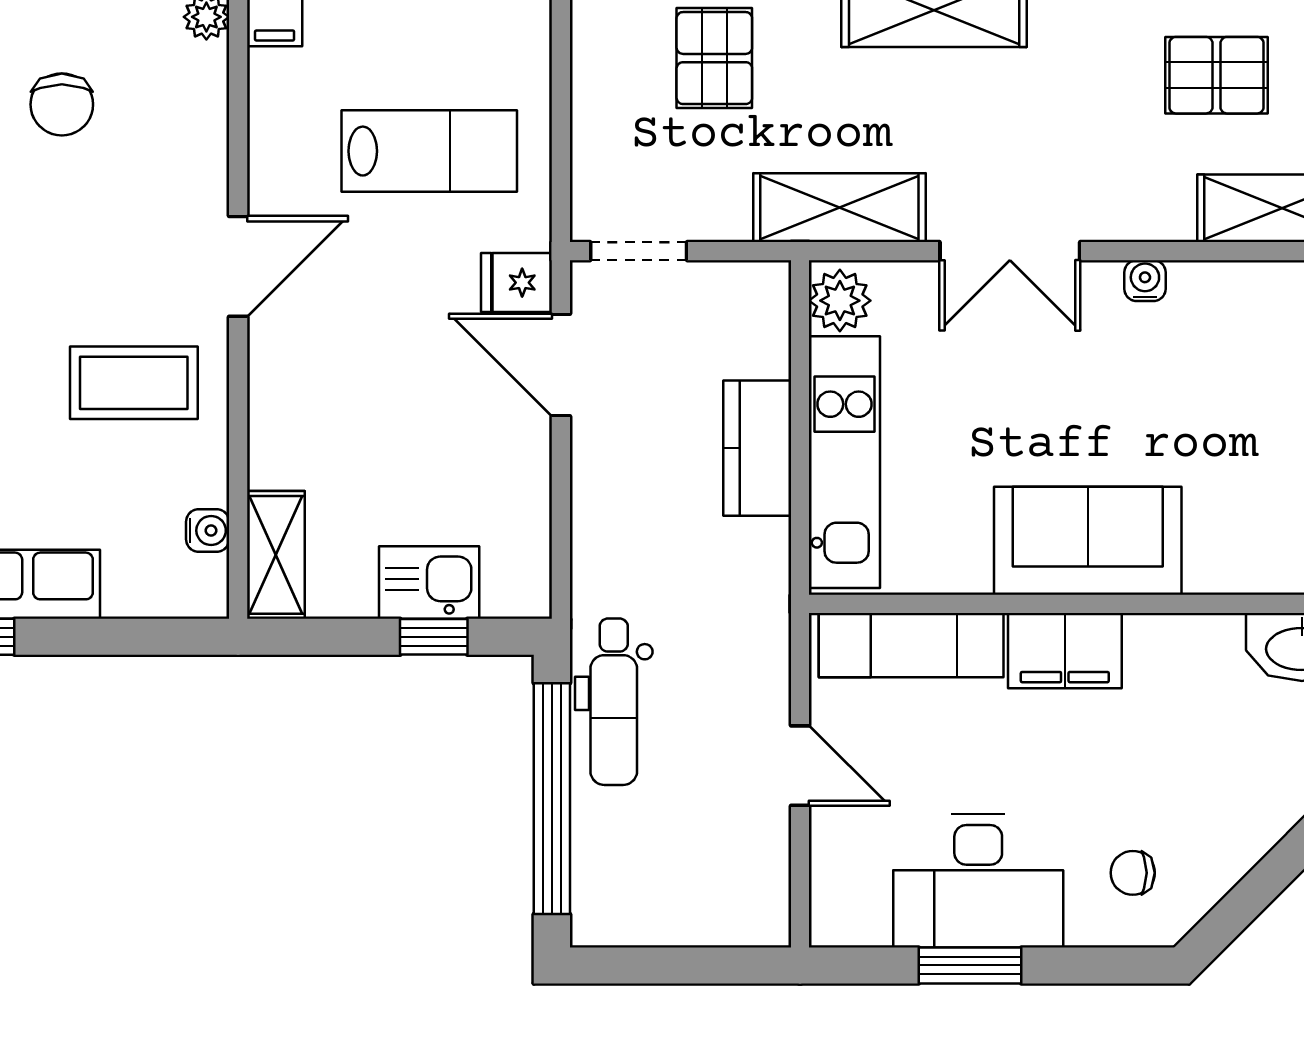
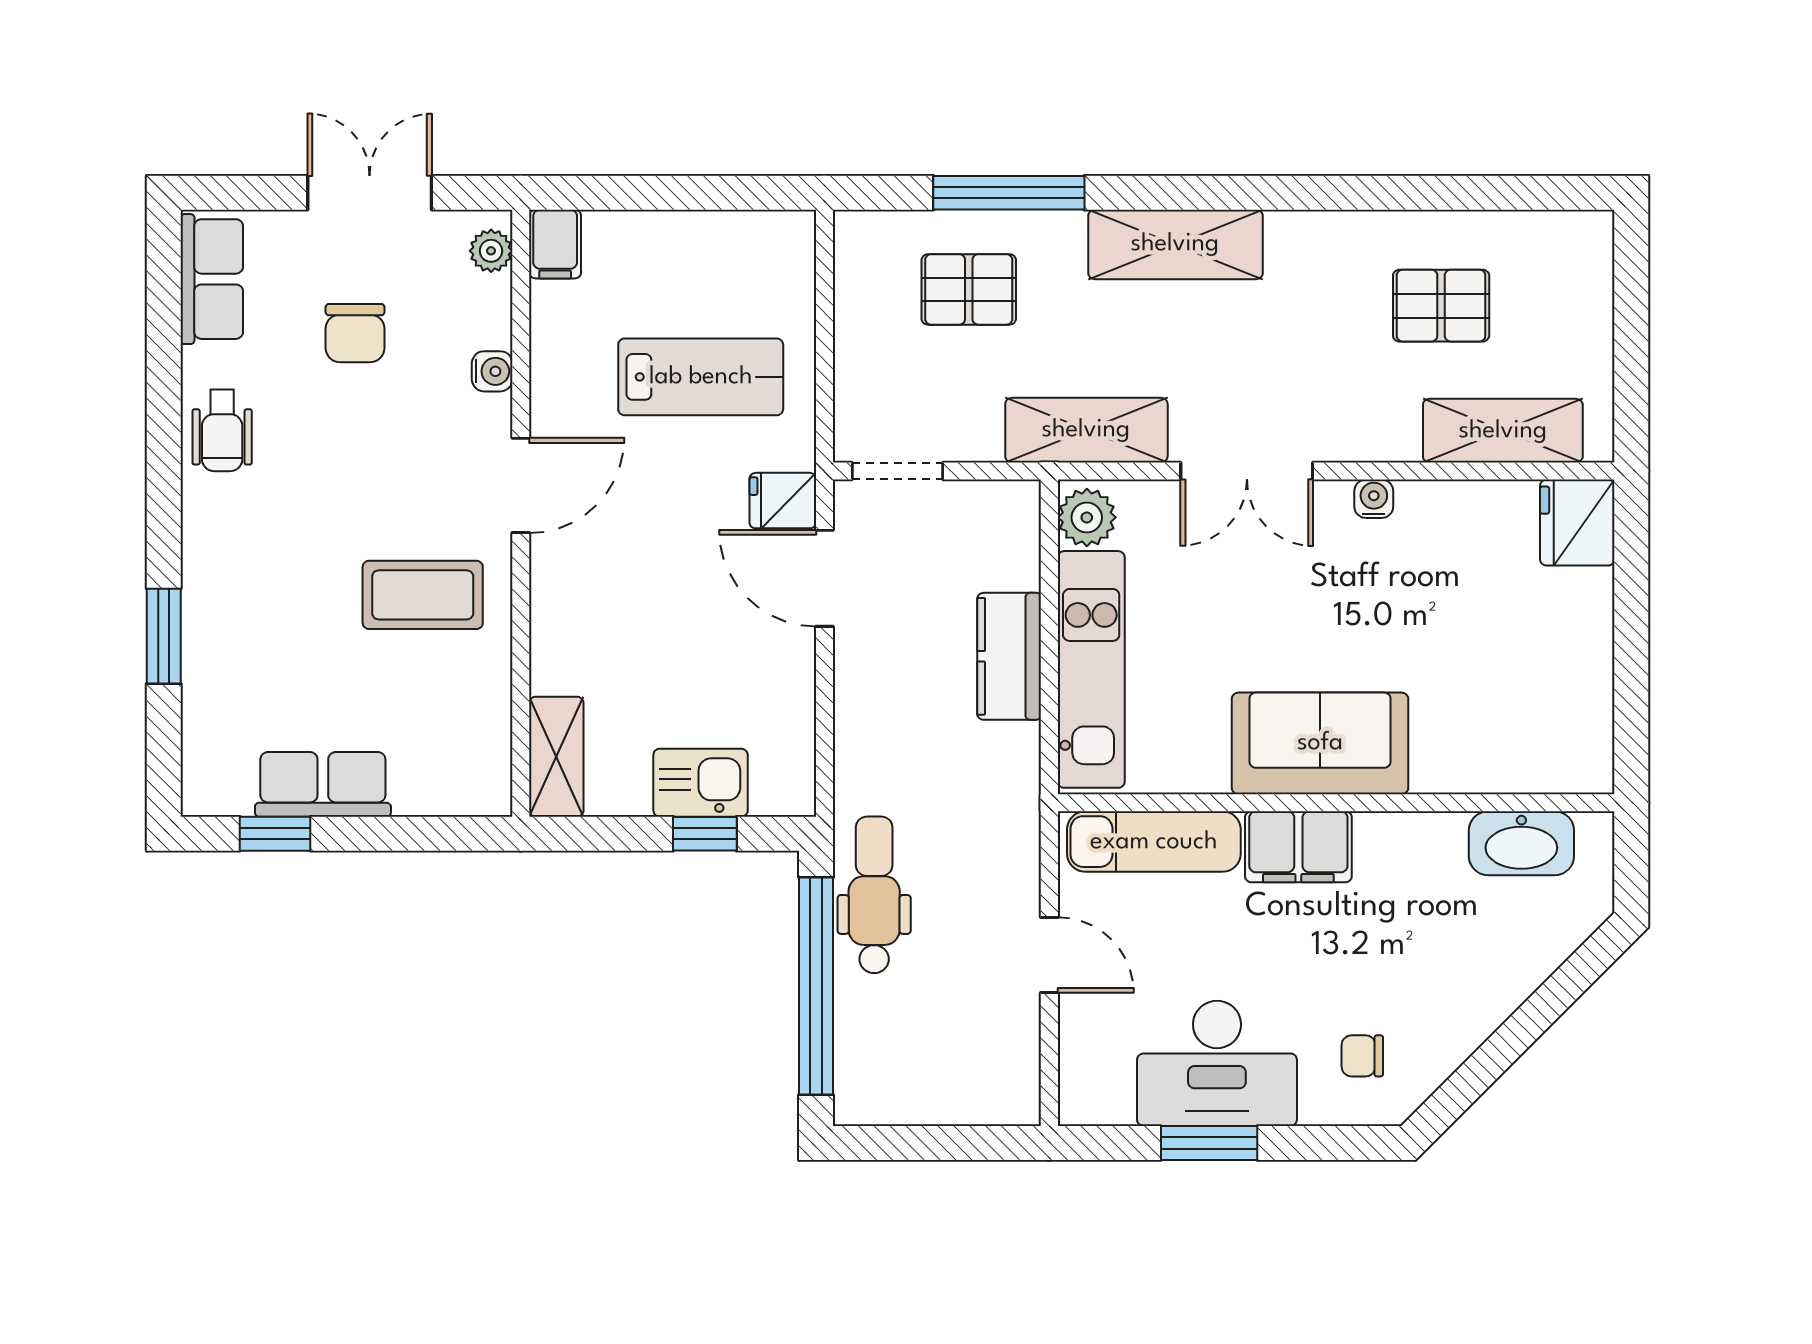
pallet: (714, 58) -> (969, 289), turned 90
water cooler: (208, 531) -> (492, 371), moved
dental chair: (614, 702) -> (874, 895), turned 180

